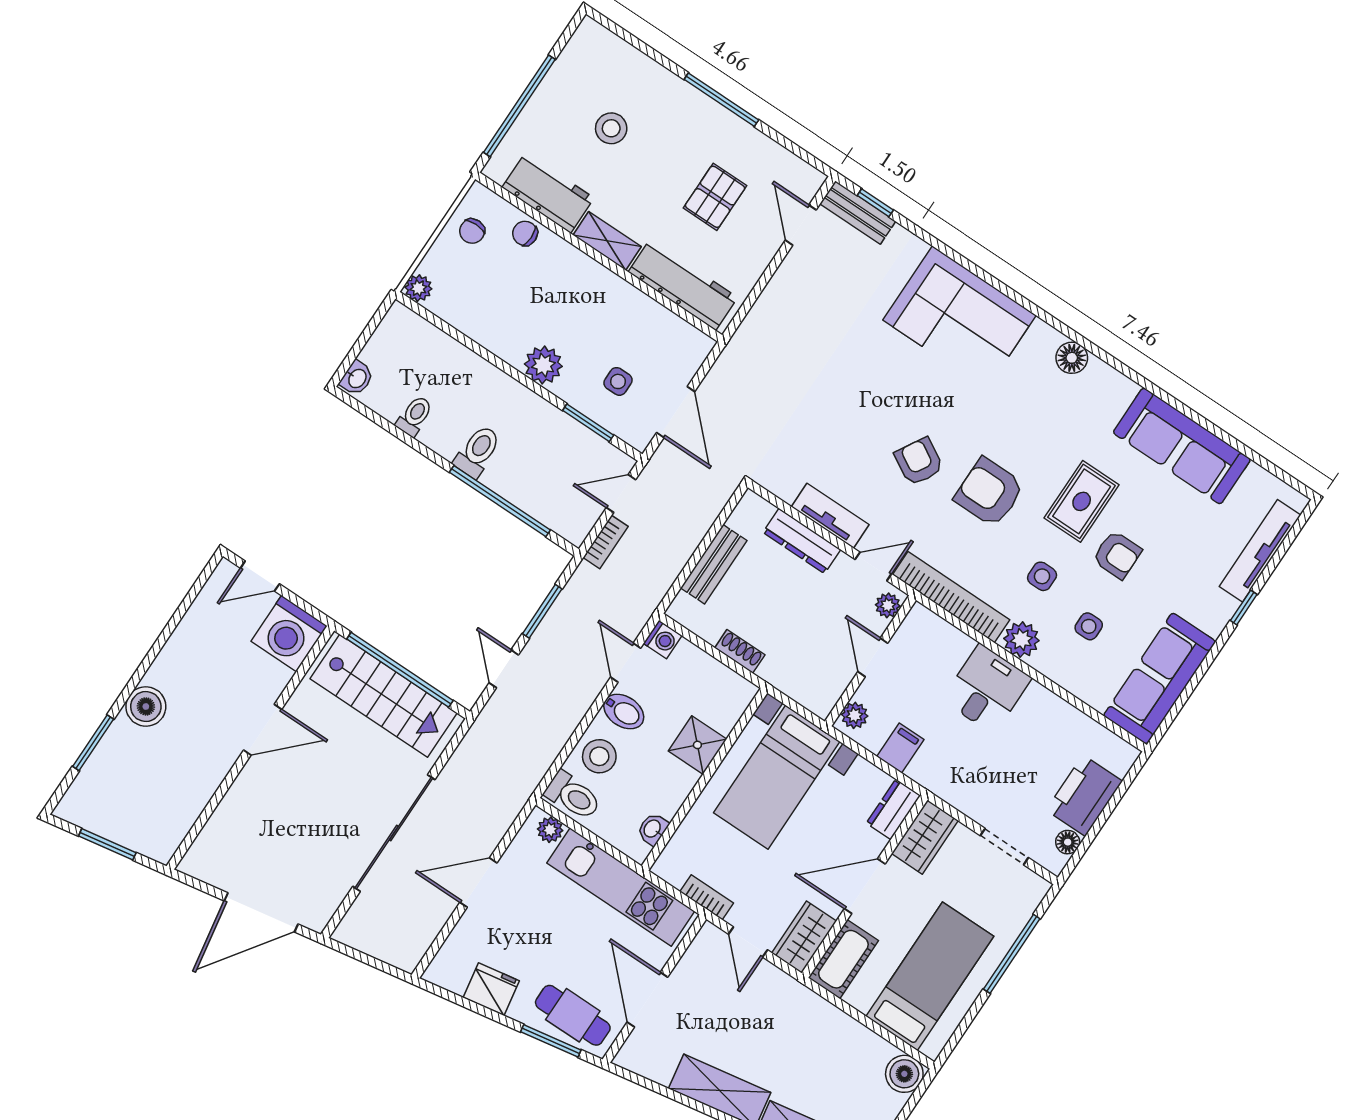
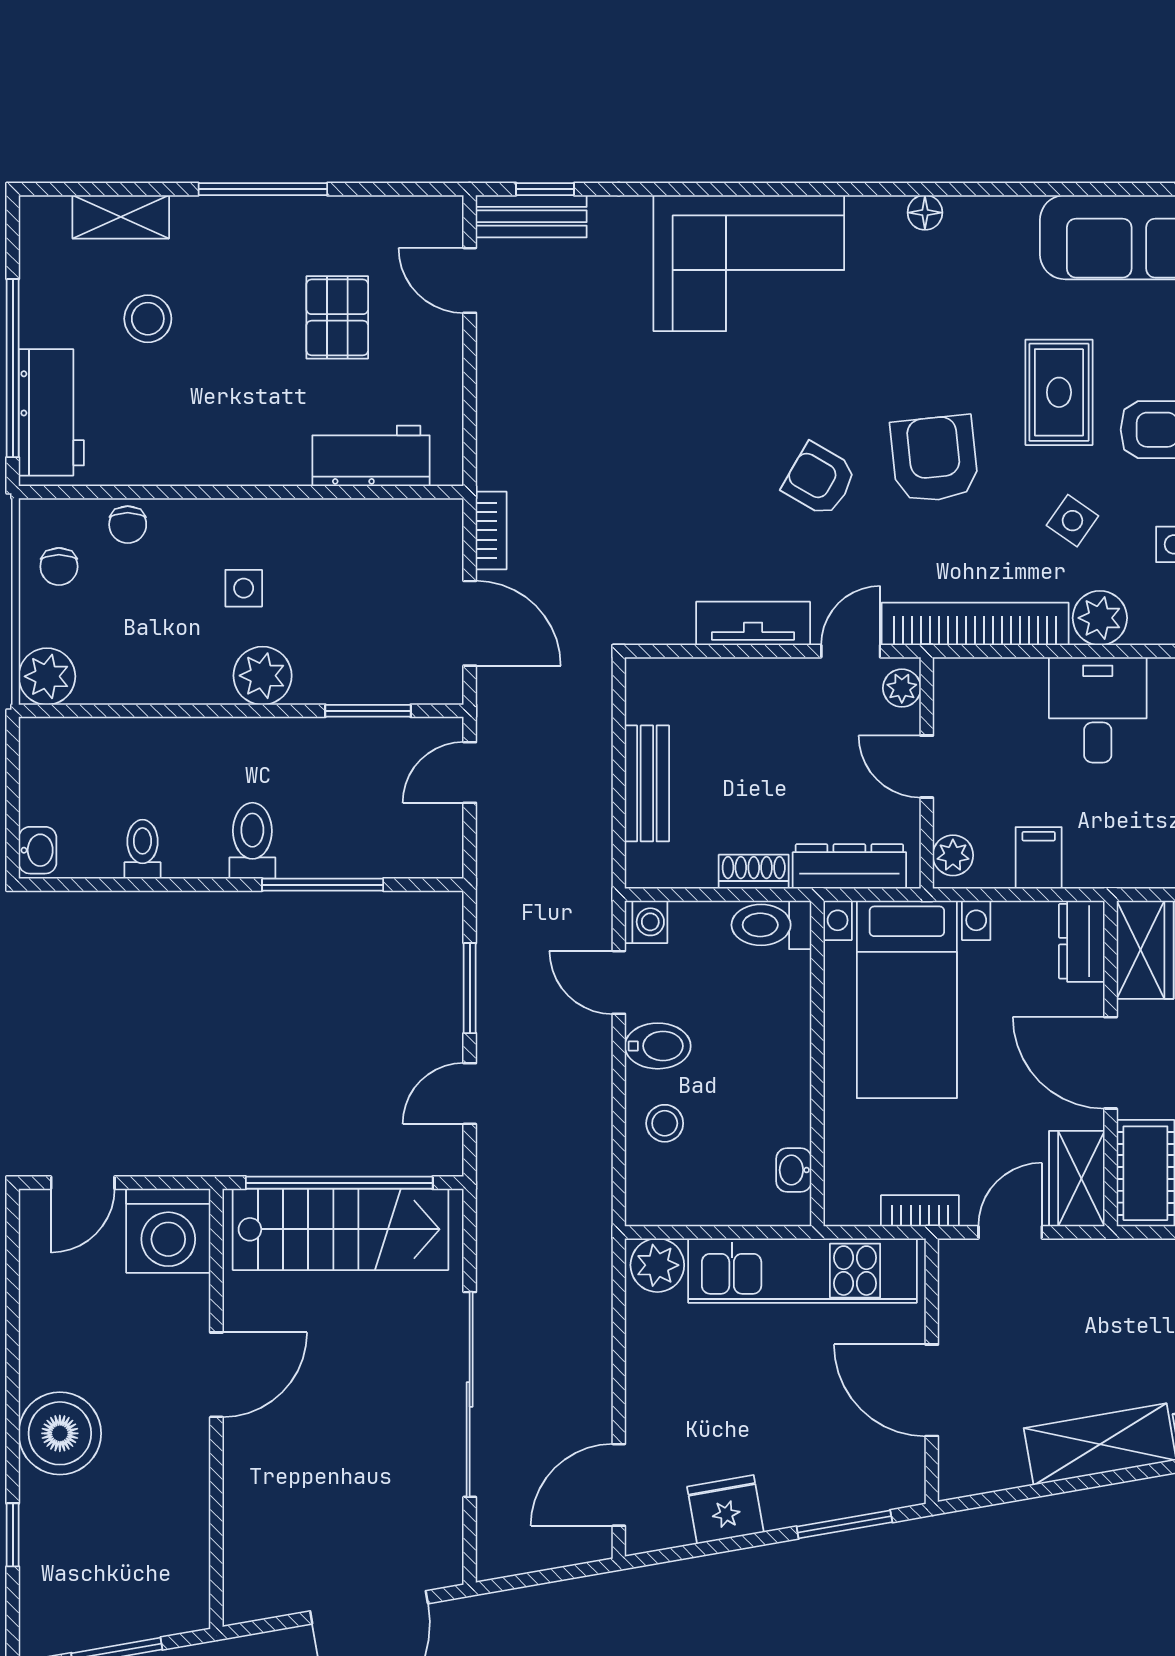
workbench: (548, 193) -> (51, 412), moved, turned 90
chair: (525, 233) -> (128, 525), turned -90
shelving: (607, 241) -> (121, 217), moved
workbench: (683, 285) -> (371, 456), width x0.73
plant: (418, 288) -> (47, 676), width x1.38, depth x1.38
floor lamp: (1072, 358) -> (925, 213), width x0.73, depth x0.73
side table: (618, 381) -> (244, 588), moved
armchair: (989, 492) -> (934, 459), turned 84
window: (500, 501) -> (323, 885), width x0.68
dresser: (802, 541) -> (849, 866), moved, turned 180
bookcase: (606, 542) -> (491, 530), moved
side table: (1042, 576) -> (1072, 521), turned 35
door: (504, 669) -> (470, 1094), hinge flipped
boiler: (146, 706) -> (60, 1433), width x1.37, depth x1.37
window: (93, 743) -> (13, 1535), width x0.67
shower: (697, 745) -> (779, 1026), removed
stool: (599, 756) -> (665, 1123), width x0.73, depth x0.73
toilet: (573, 796) -> (771, 925), moved, turned 180
plant: (550, 830) -> (657, 1265), width x1.38, depth x1.38
door: (478, 883) -> (619, 1485), moved
door: (865, 886) -> (1111, 1063), hinge flipped
door: (748, 942) -> (1010, 1232), swing flipped
cafe table: (573, 1015) -> (851, 1473), removed

